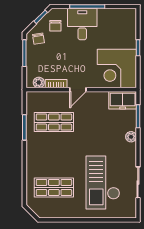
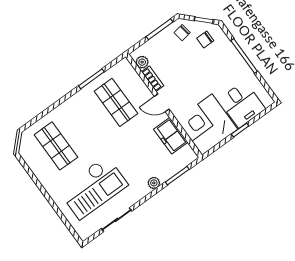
desk: (82, 24) -> (242, 104), moved, turned 90
freezer: (123, 100) -> (171, 136), moved
checkout: (103, 183) -> (93, 188), turned 180

